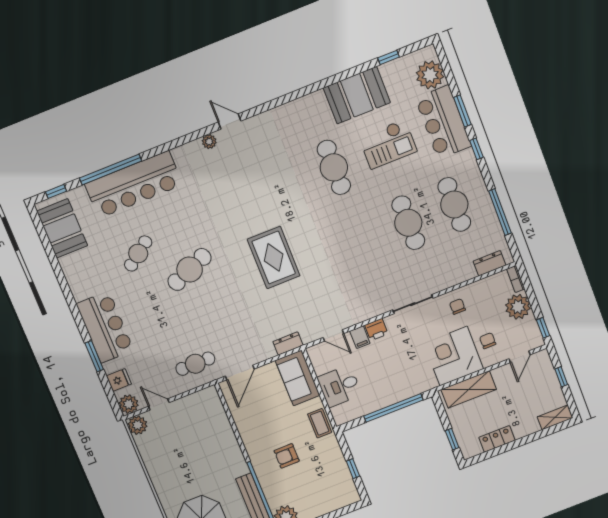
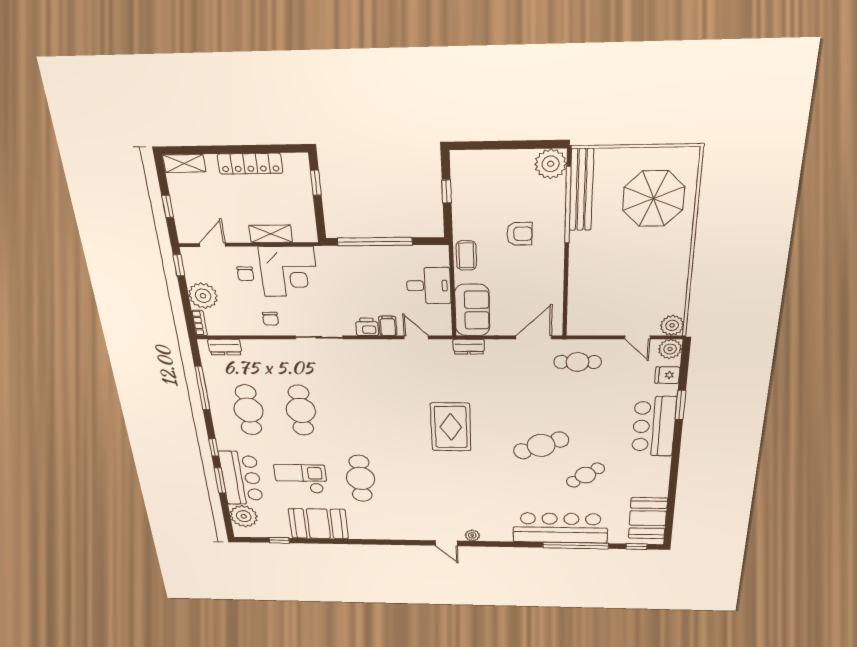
shelving: (469, 389) -> (271, 234), width x0.67, depth x0.75
locker: (497, 439) -> (250, 164), width x1.53

